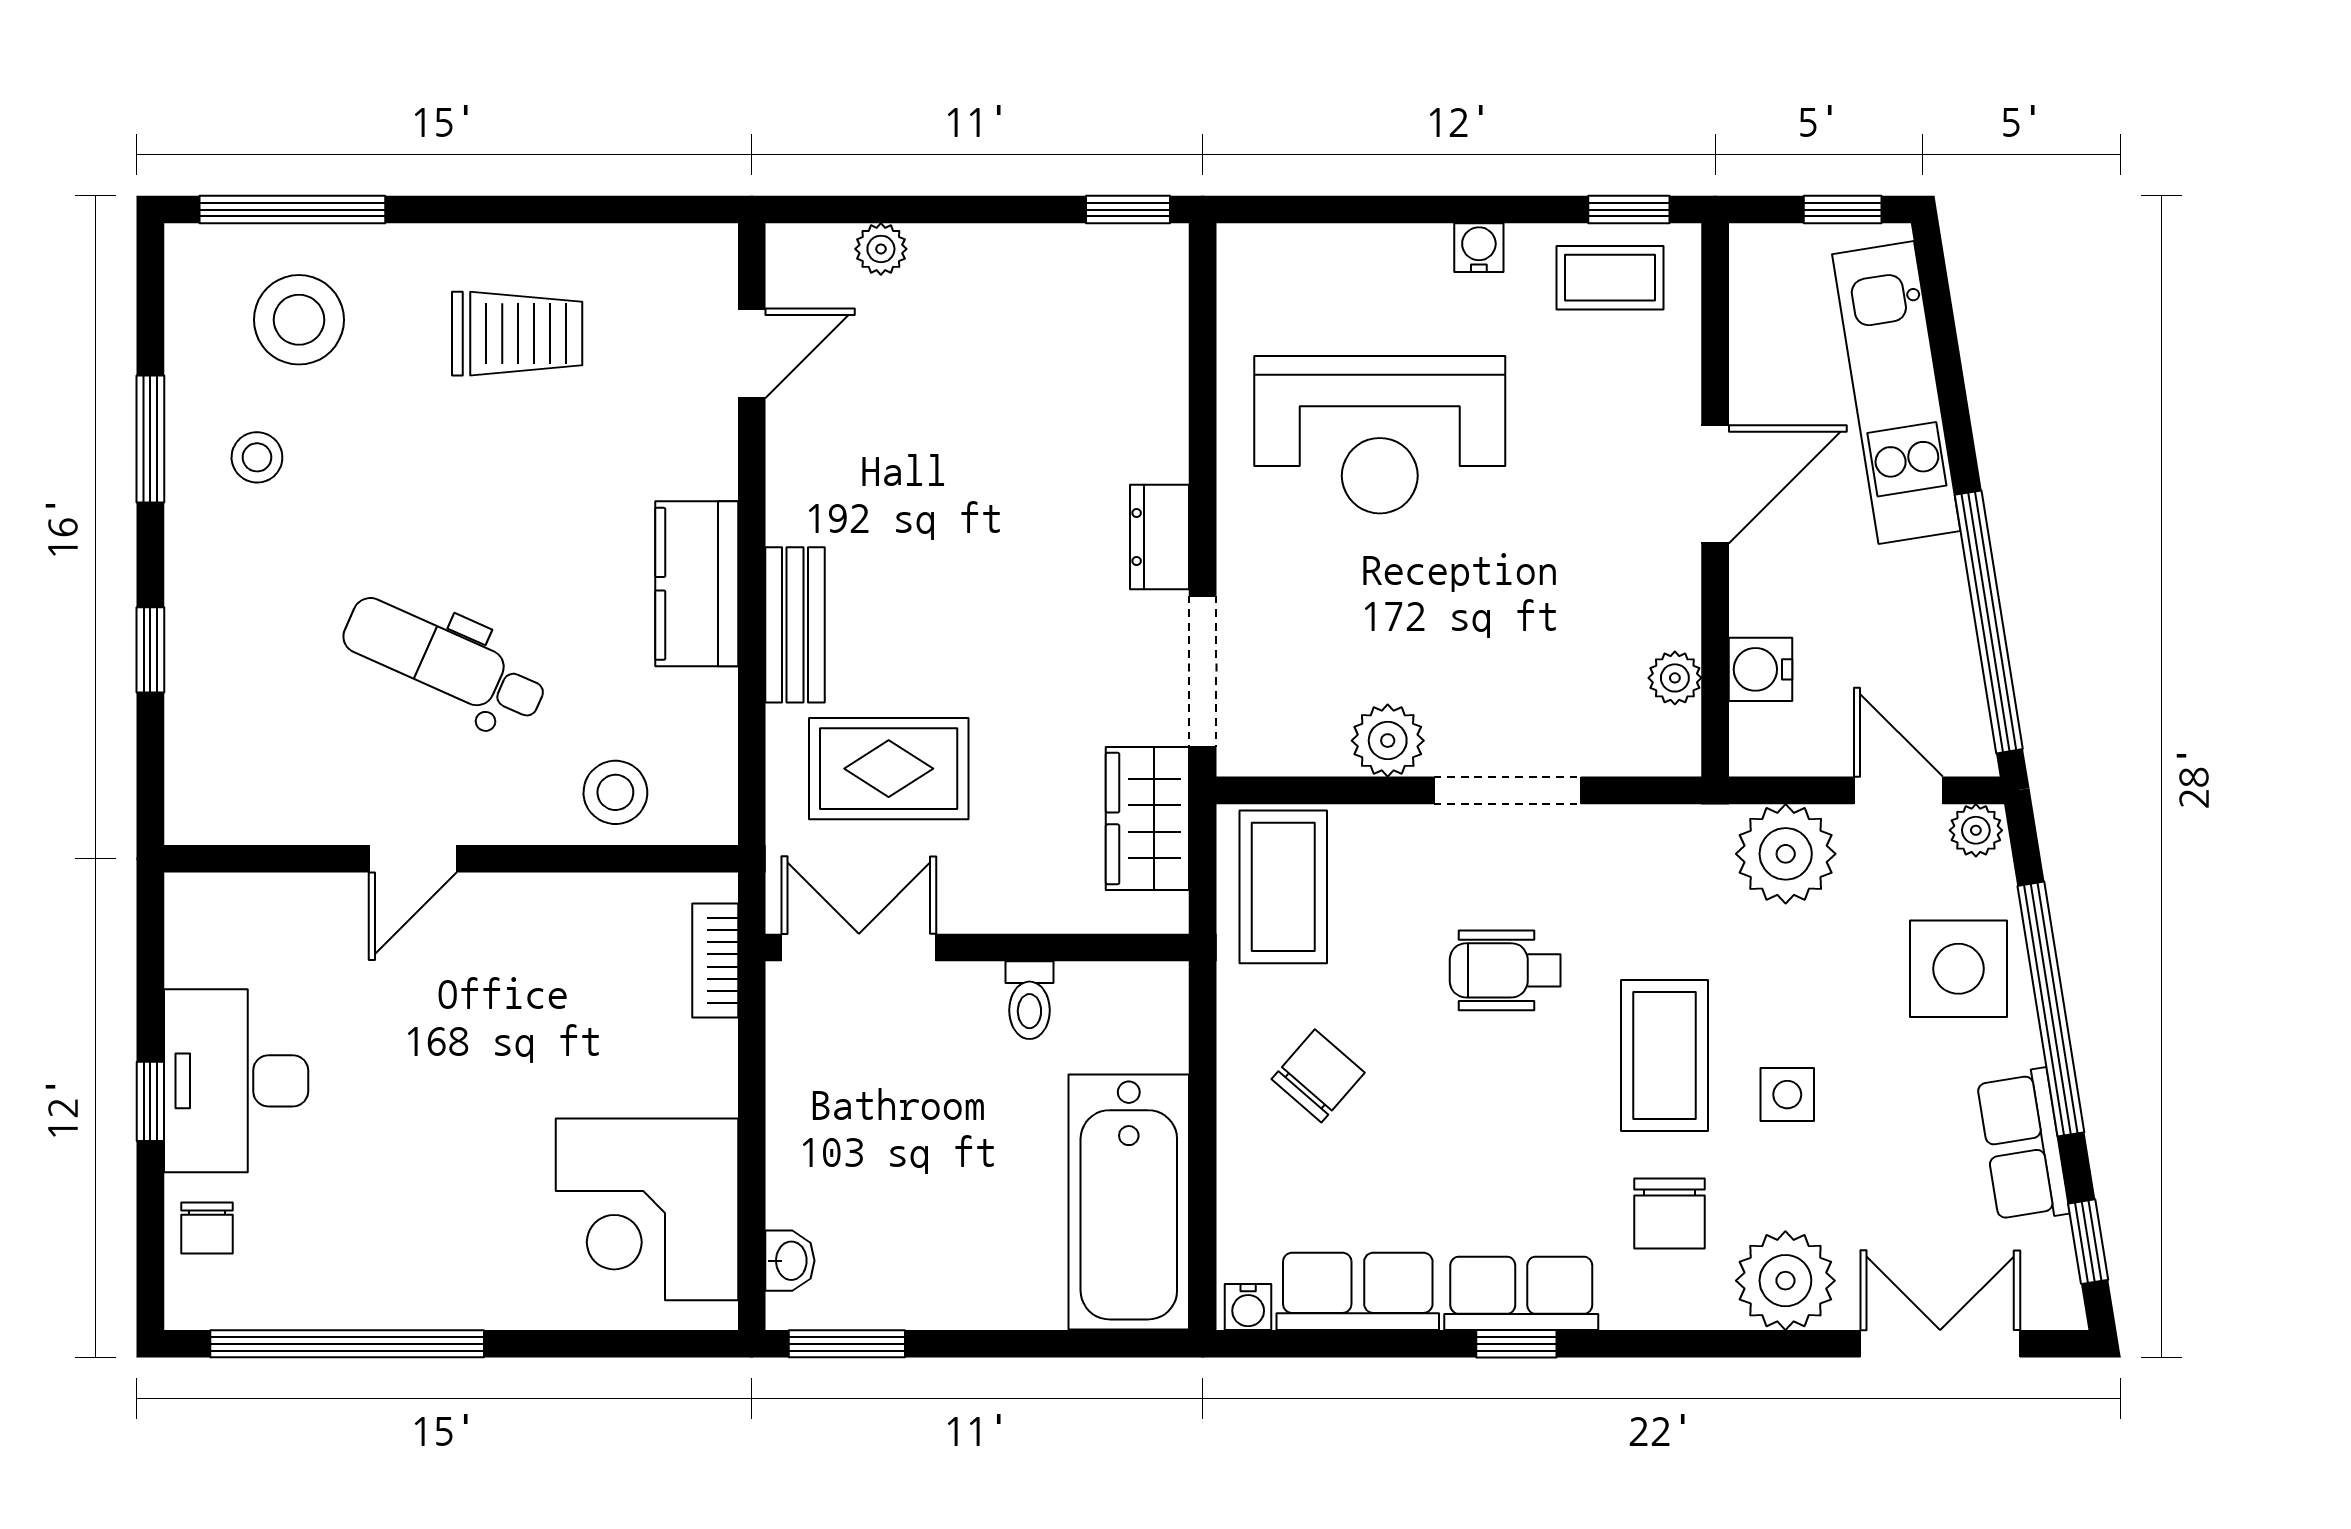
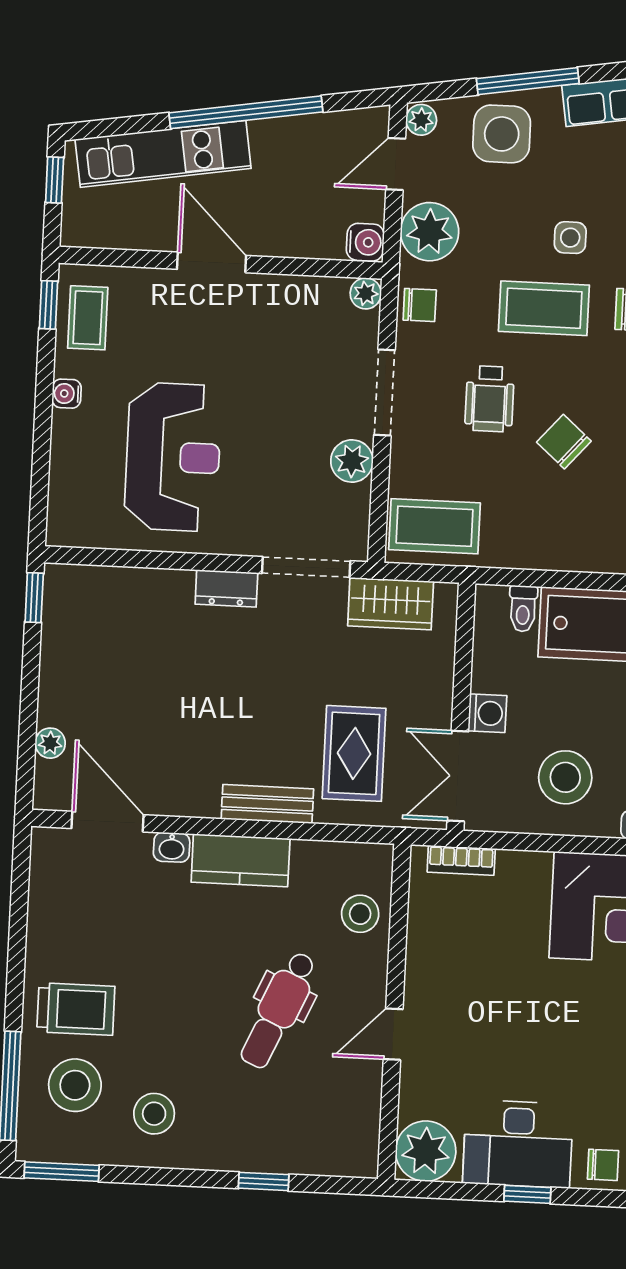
trolley: (517, 334) -> (76, 1009), moved, turned 90
door: (752, 353) -> (108, 822), width x1.38
window: (150, 439) -> (62, 1172), moved
stool: (257, 457) -> (154, 1114), width x1.37, depth x1.37
washbasin: (713, 465) -> (172, 847), added
window: (1989, 622) -> (246, 112), moved
water cooler: (1760, 669) -> (365, 242), moved, turned -90
plant: (1675, 678) -> (366, 293), moved
chair: (1660, 843) -> (420, 305), added
door: (413, 859) -> (393, 1034), swing flipped
plant: (216, 924) -> (426, 1151), added
washing machine: (968, 993) -> (487, 713), added
toilet: (1029, 1000) -> (523, 609), moved, turned 90
window: (2051, 1009) -> (528, 81), width x0.68
chair: (1318, 1076) -> (564, 442), moved
stool: (865, 1131) -> (565, 777), added

